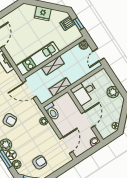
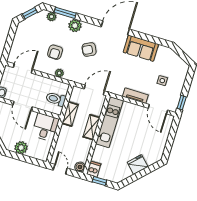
dishwasher: (68, 23) -> (94, 169), moved
toilet: (52, 111) -> (56, 99), moved
door: (66, 145) -> (23, 68), swing flipped
floor lamp: (11, 155) -> (63, 21), removed
armchair: (40, 162) -> (55, 52), moved

